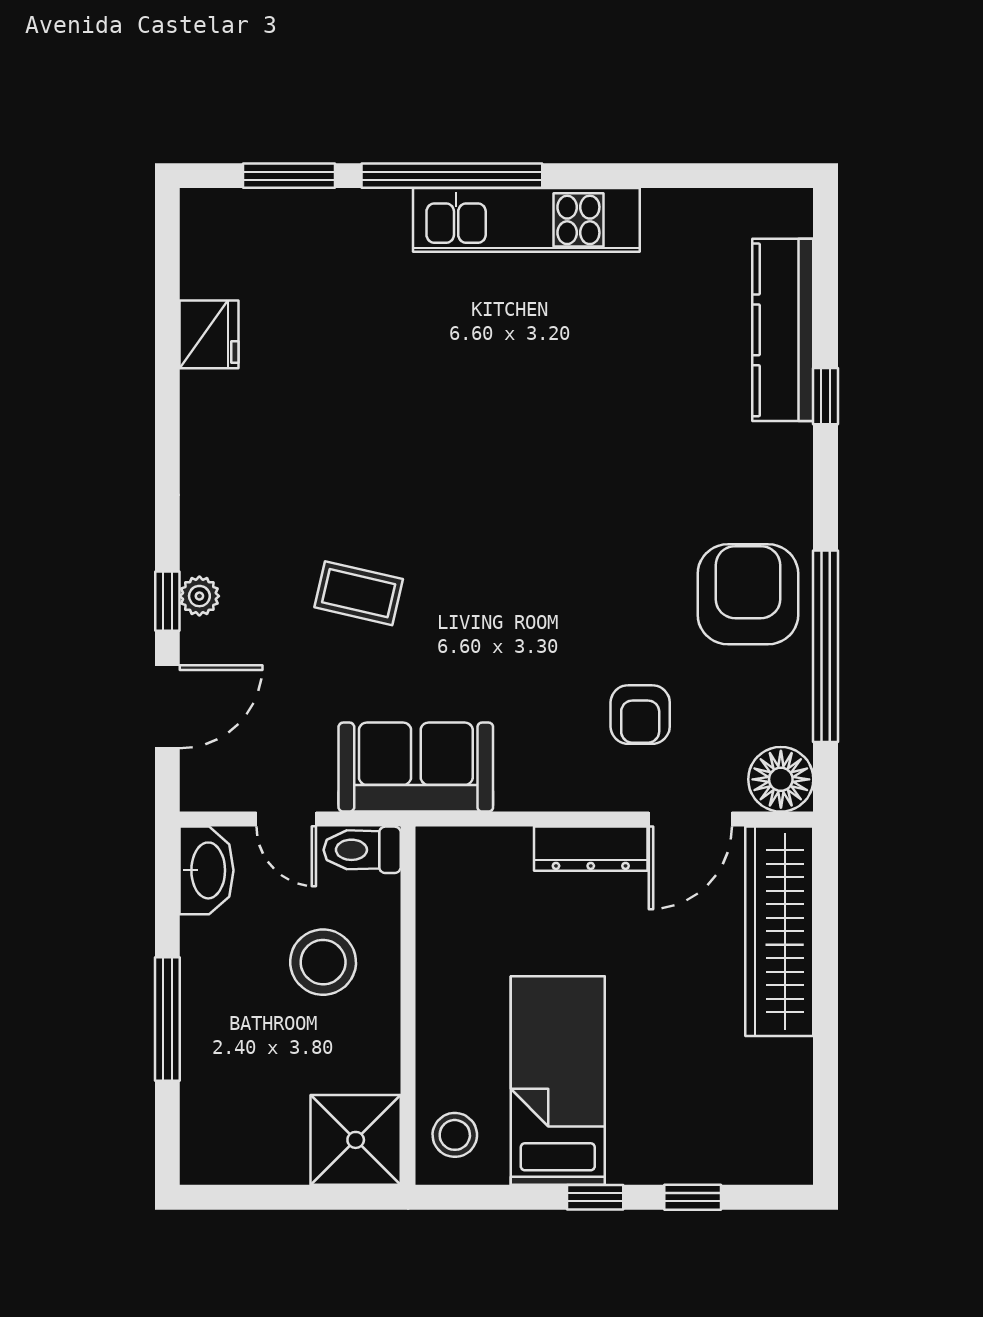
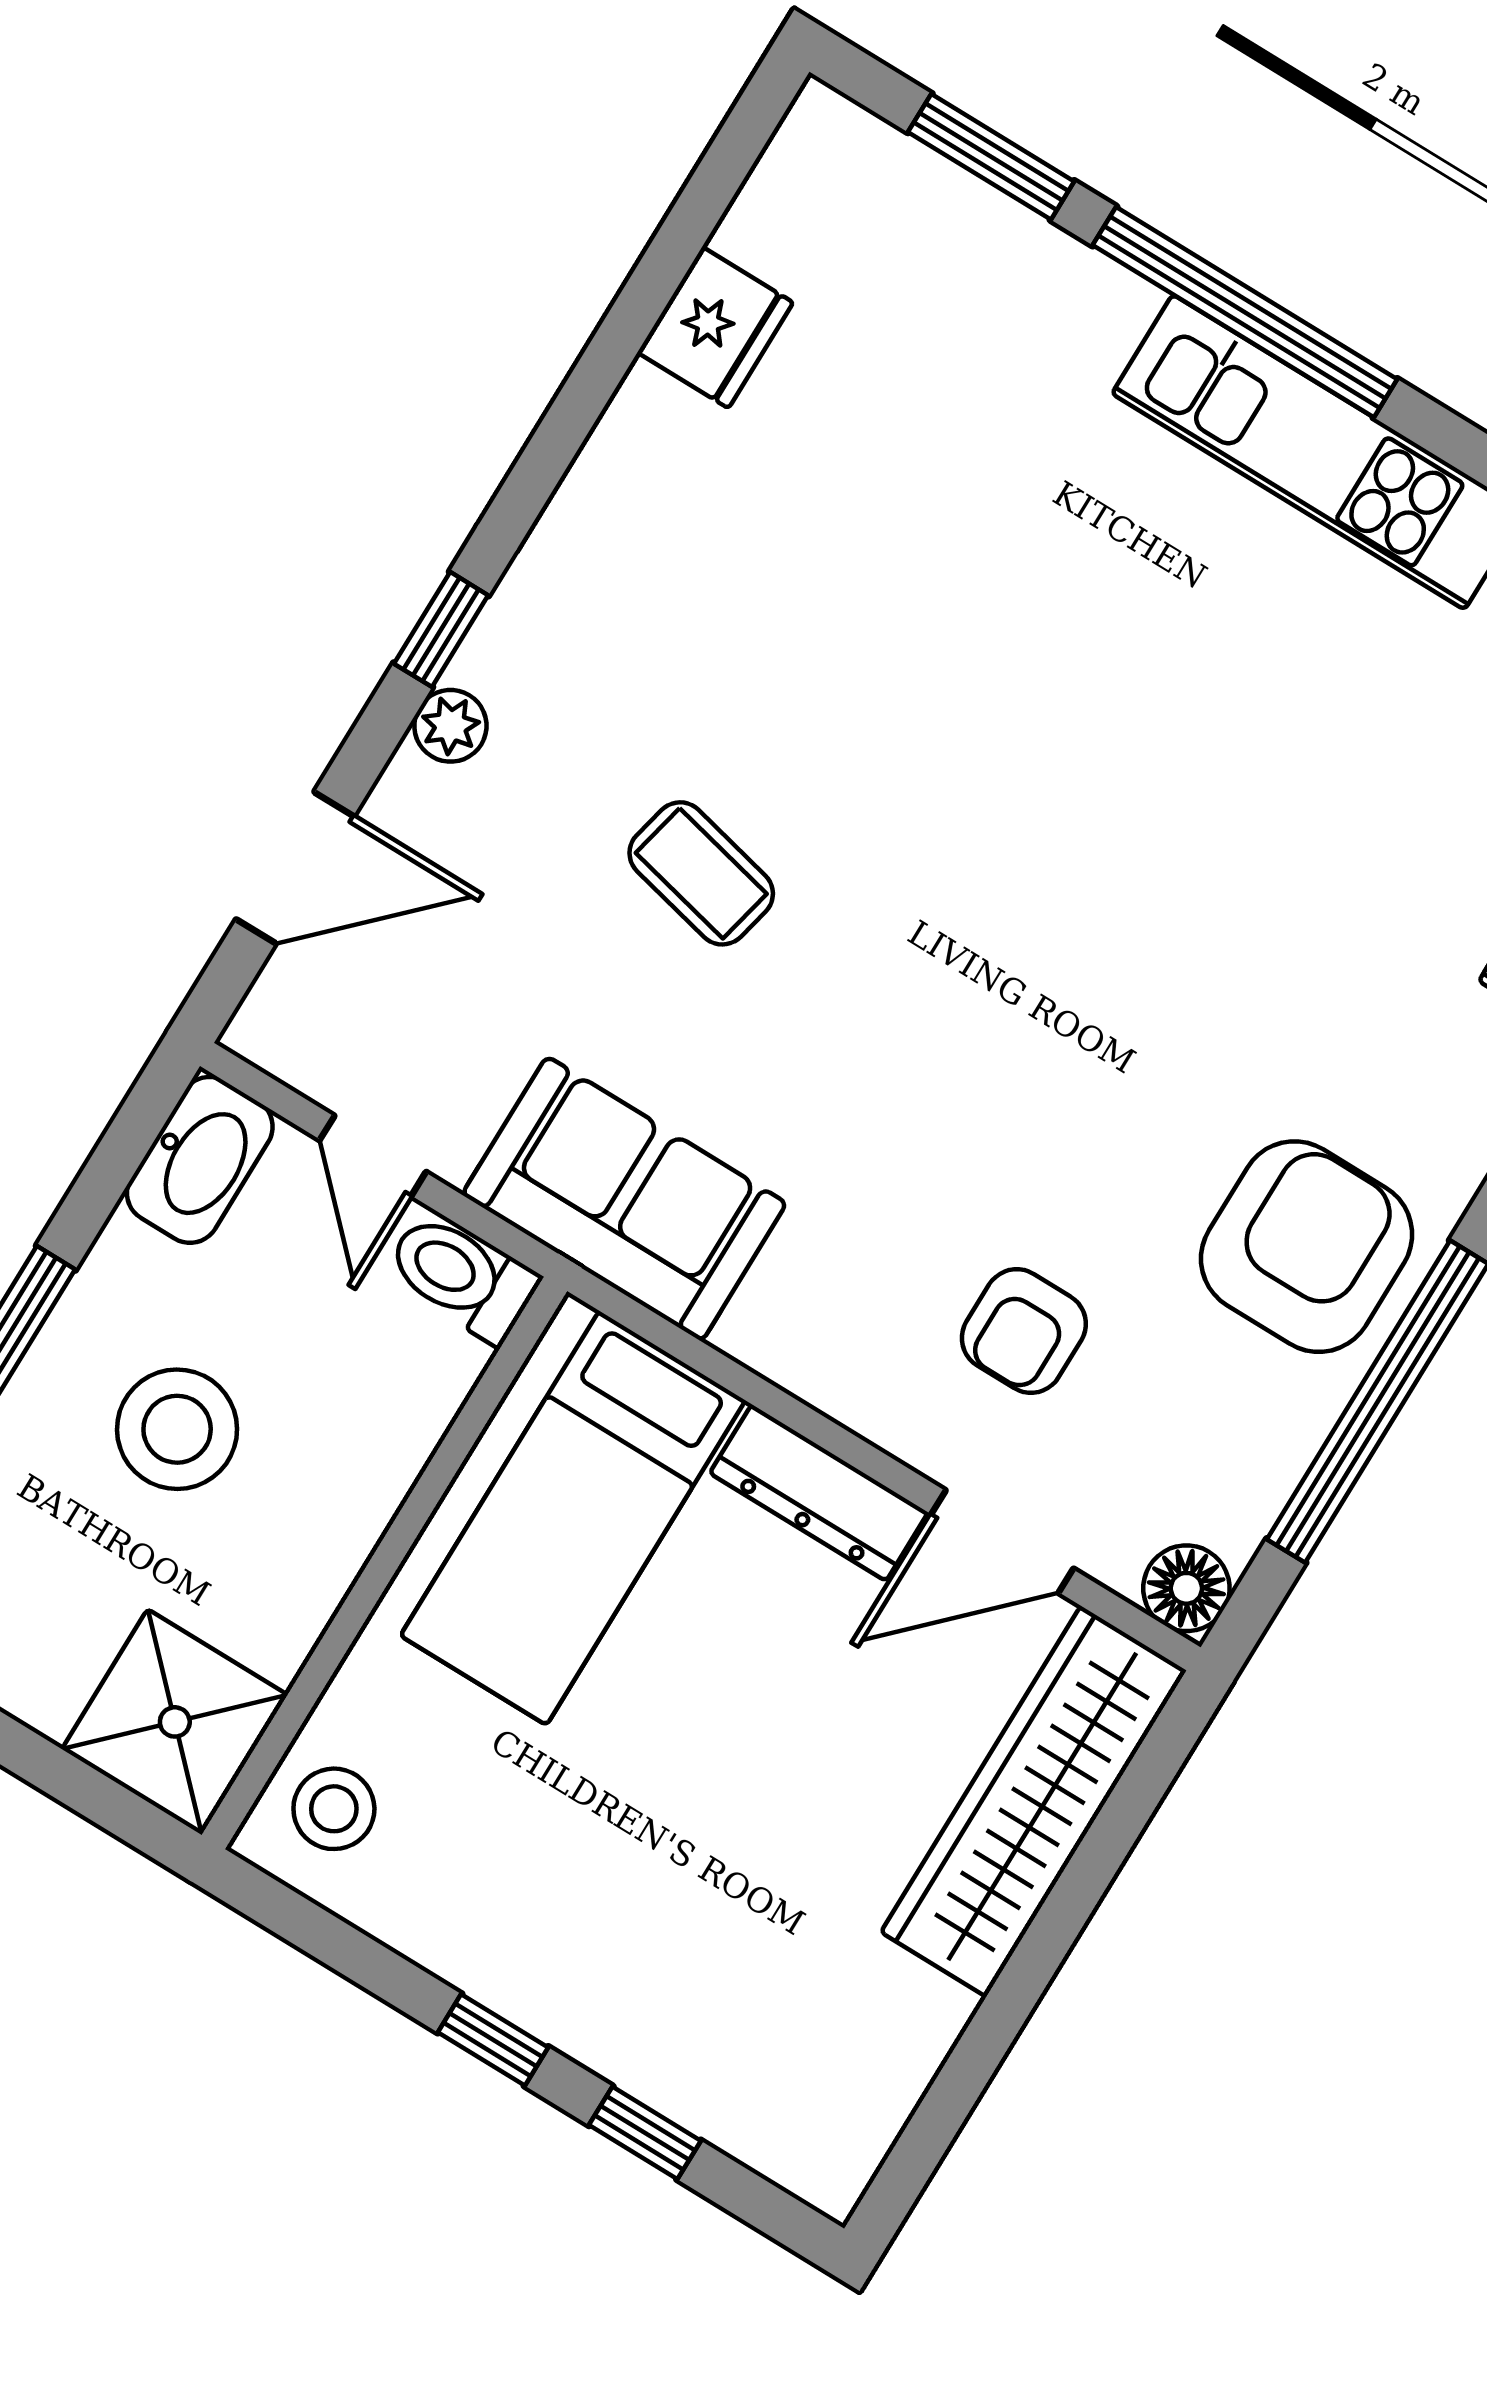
window: (167, 601) -> (441, 629), moved
floor lamp: (781, 779) -> (1186, 1588), width x0.73, depth x0.73
stool: (323, 962) -> (177, 1429), moved
bed: (558, 1081) -> (573, 1518), moved, turned 180

